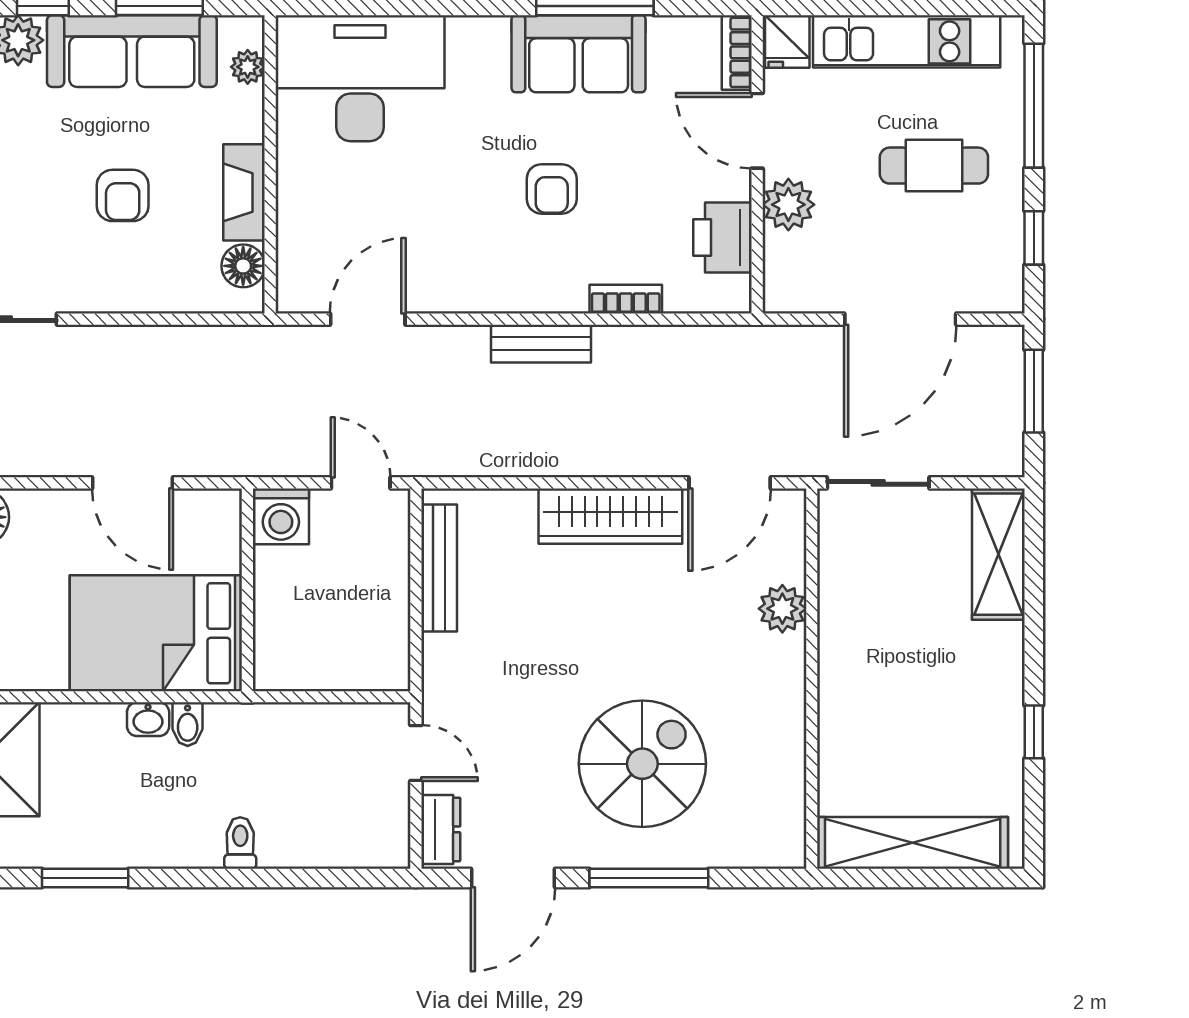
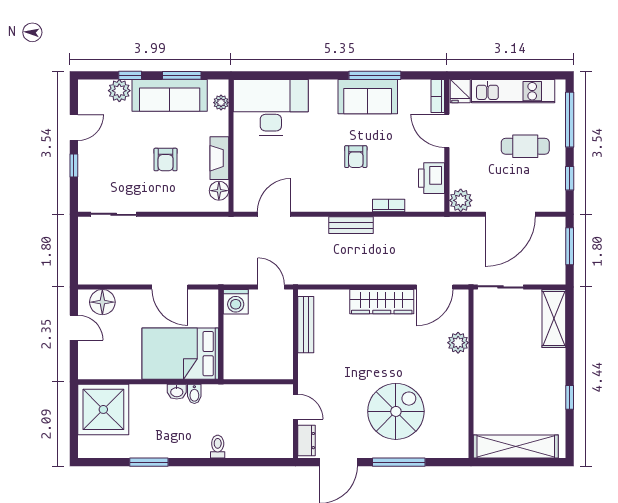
plant: (788, 205) -> (461, 200), moved

